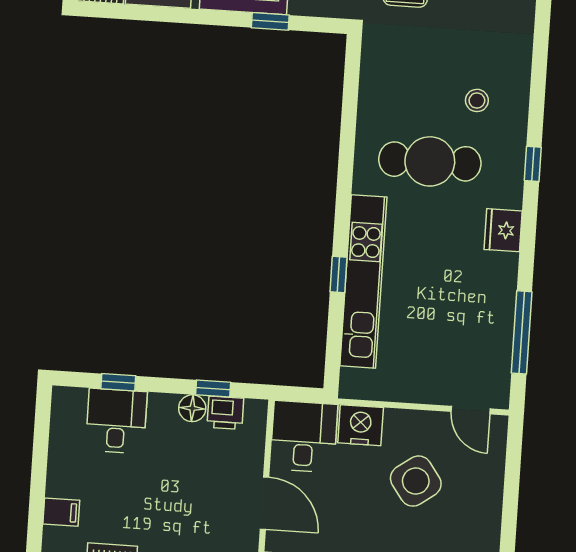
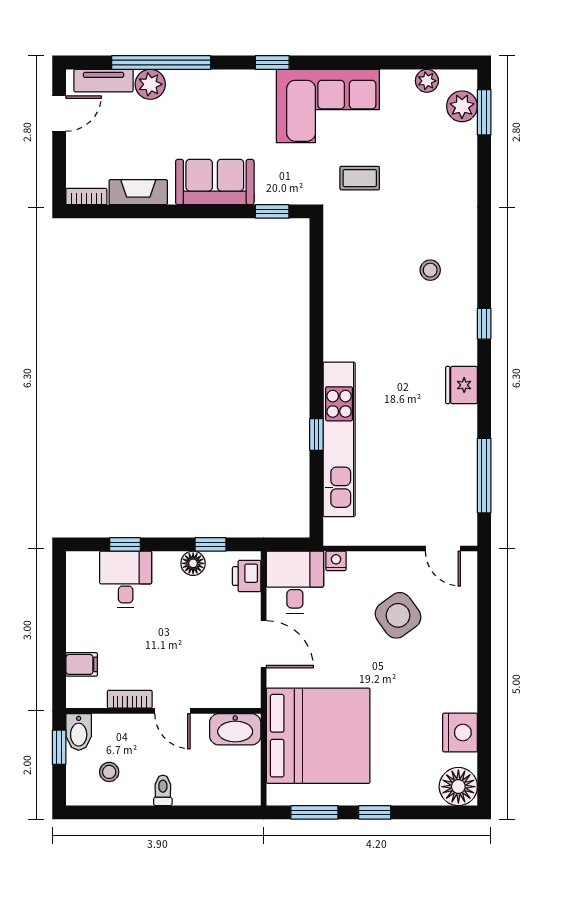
window: (270, 21) -> (272, 211), moved
cafe table: (430, 161) -> (392, 328), removed
printer: (225, 413) -> (247, 576), moved, turned 90
nightstand: (361, 425) -> (336, 561), width x0.53, depth x0.56

